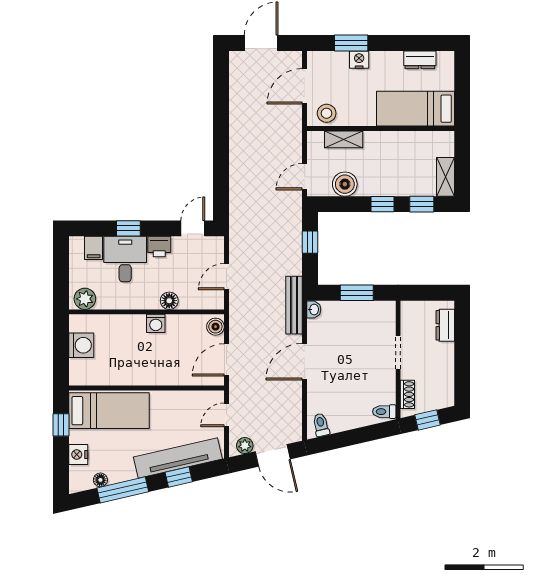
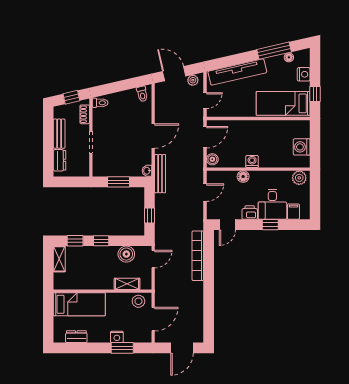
bookcase: (237, 182) -> (198, 256), added
bench: (446, 365) -> (59, 134), added
window: (179, 477) -> (237, 59), removed

